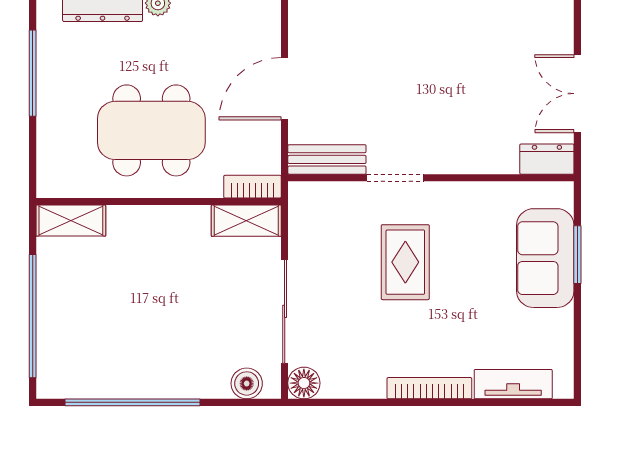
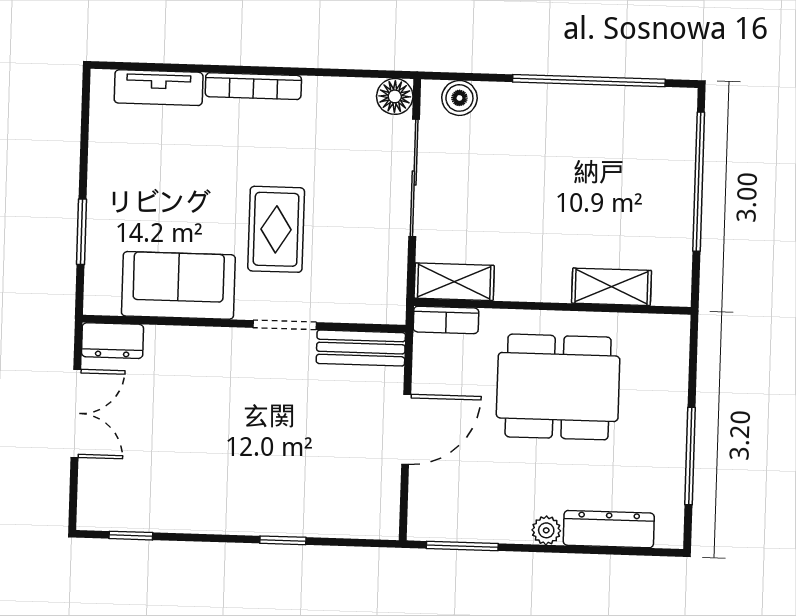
shelving: (71, 221) -> (612, 287), moved
sofa: (545, 258) -> (178, 285), moved, turned -90

